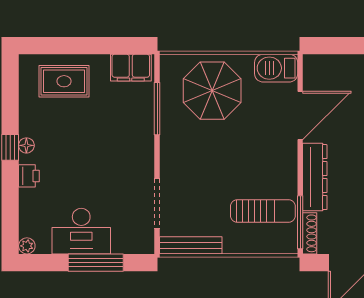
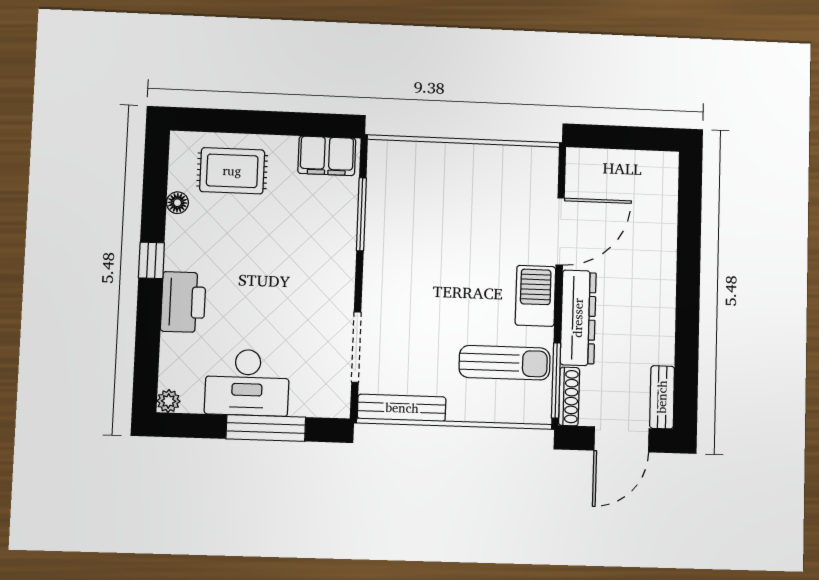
barbecue: (276, 68) -> (535, 296), moved, turned 90
parasol: (212, 91) -> (439, 192), removed
floor lamp: (26, 145) -> (177, 203), moved
printer: (29, 176) -> (183, 302), width x1.87, depth x1.48

